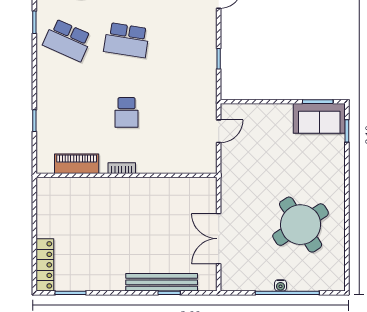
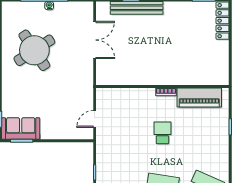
piano: (77, 164) -> (199, 97), width x1.37, depth x1.33

